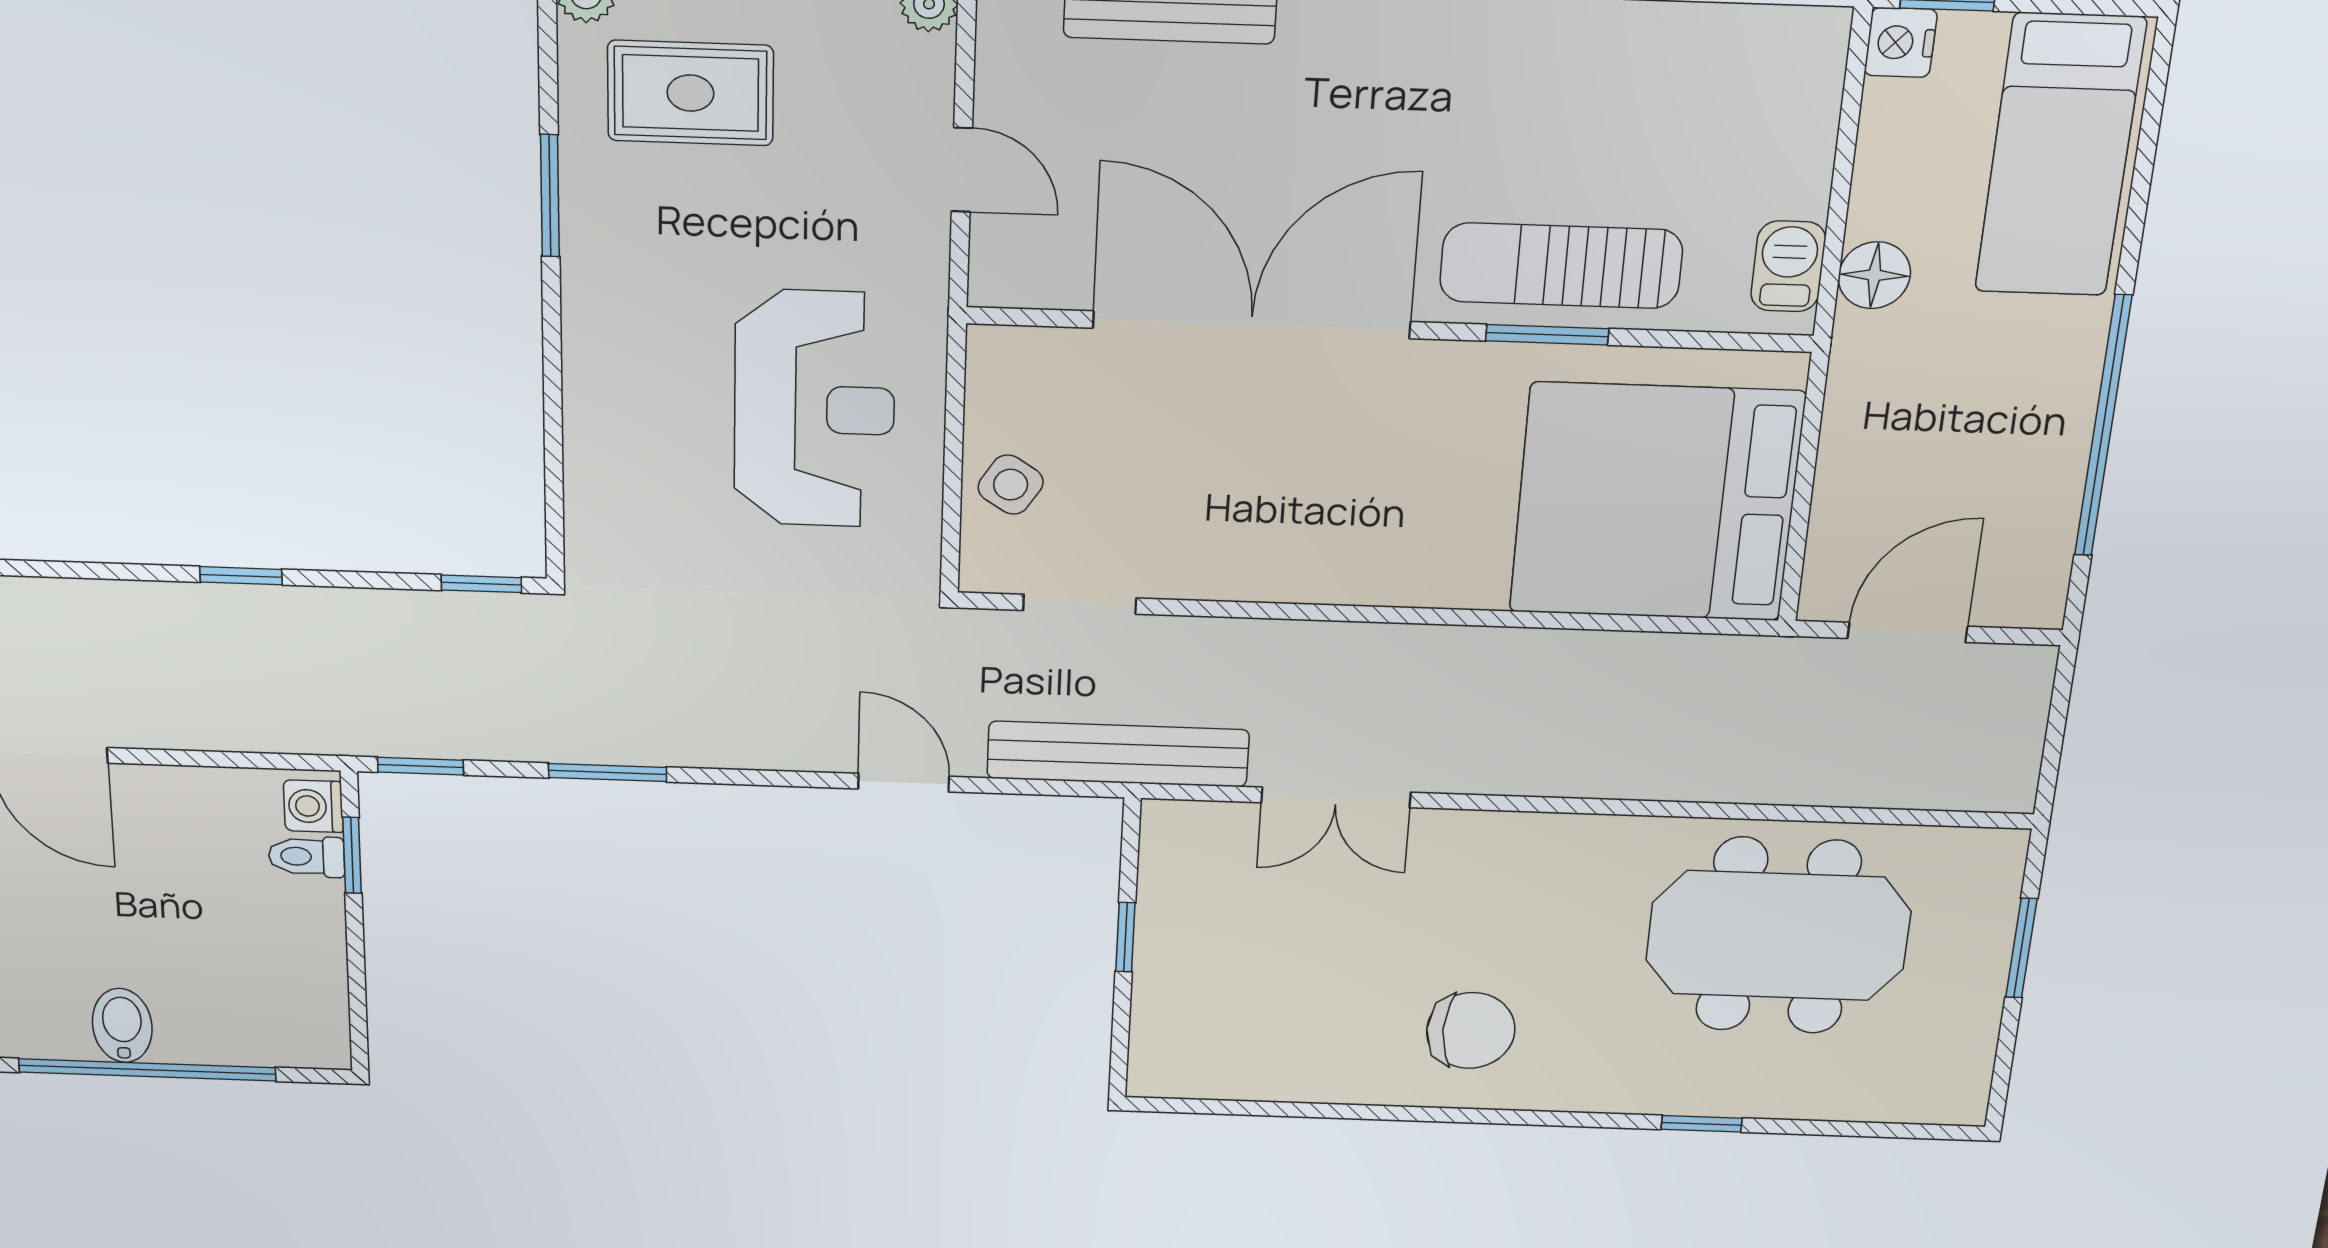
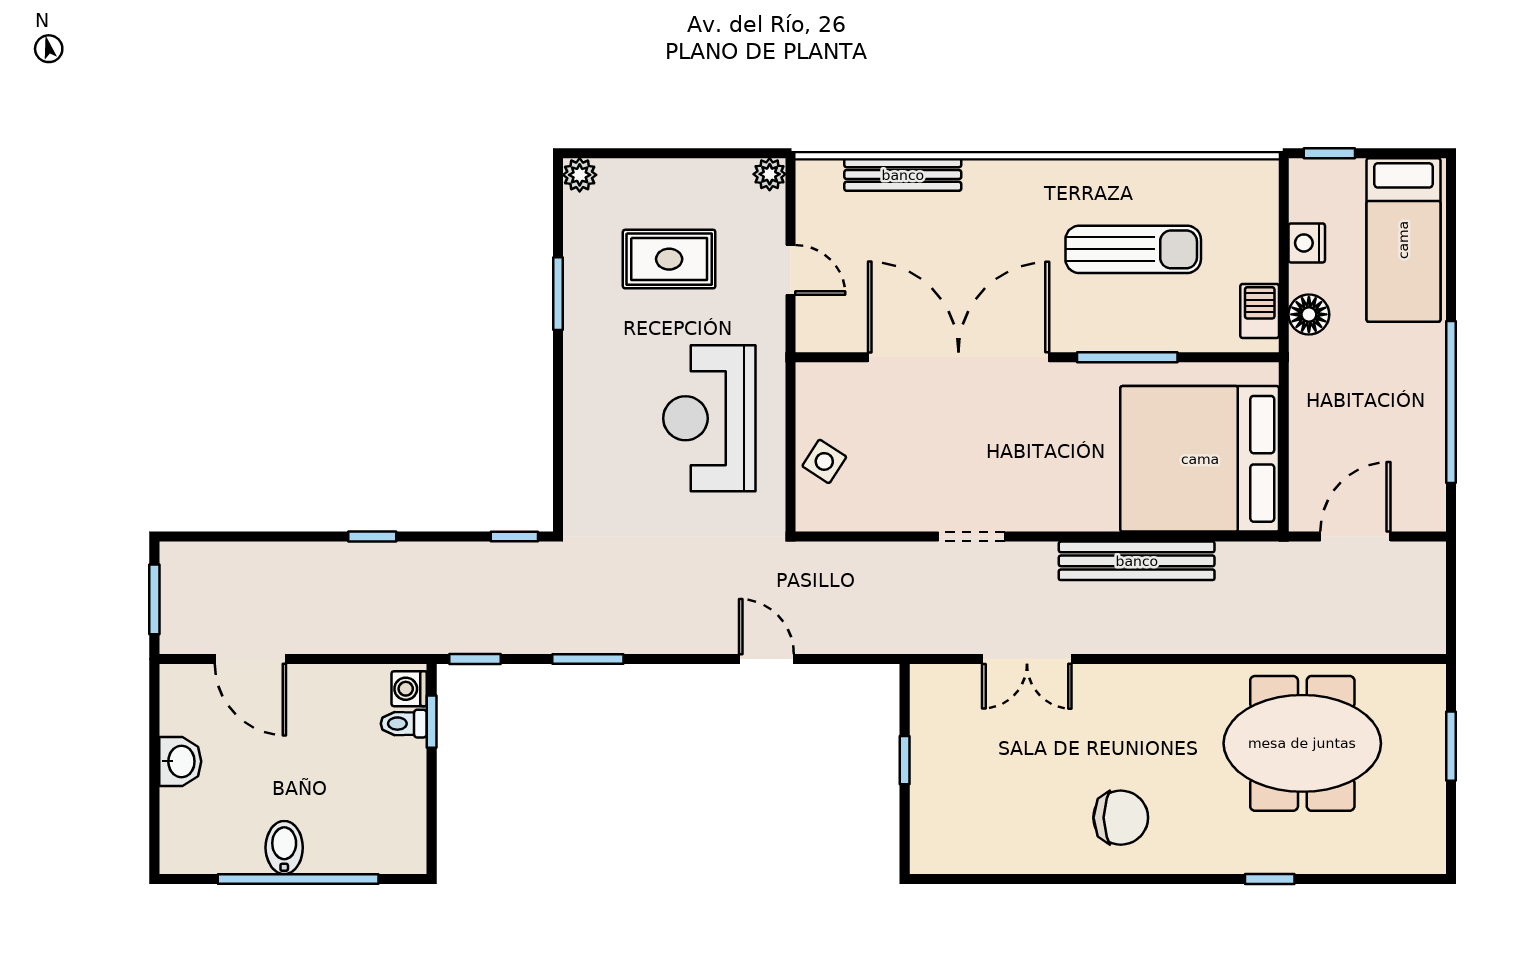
nightstand: (1901, 42) -> (1307, 243), moved
rug: (690, 93) -> (669, 259), moved
sun lounger: (1561, 266) -> (1133, 249), moved, turned 180
window: (1547, 335) -> (1127, 357), width x1.44
reception desk: (814, 409) -> (709, 418), turned 180
doorway: (1080, 604) -> (972, 537), moved
bench: (1118, 754) -> (1137, 561), moved

